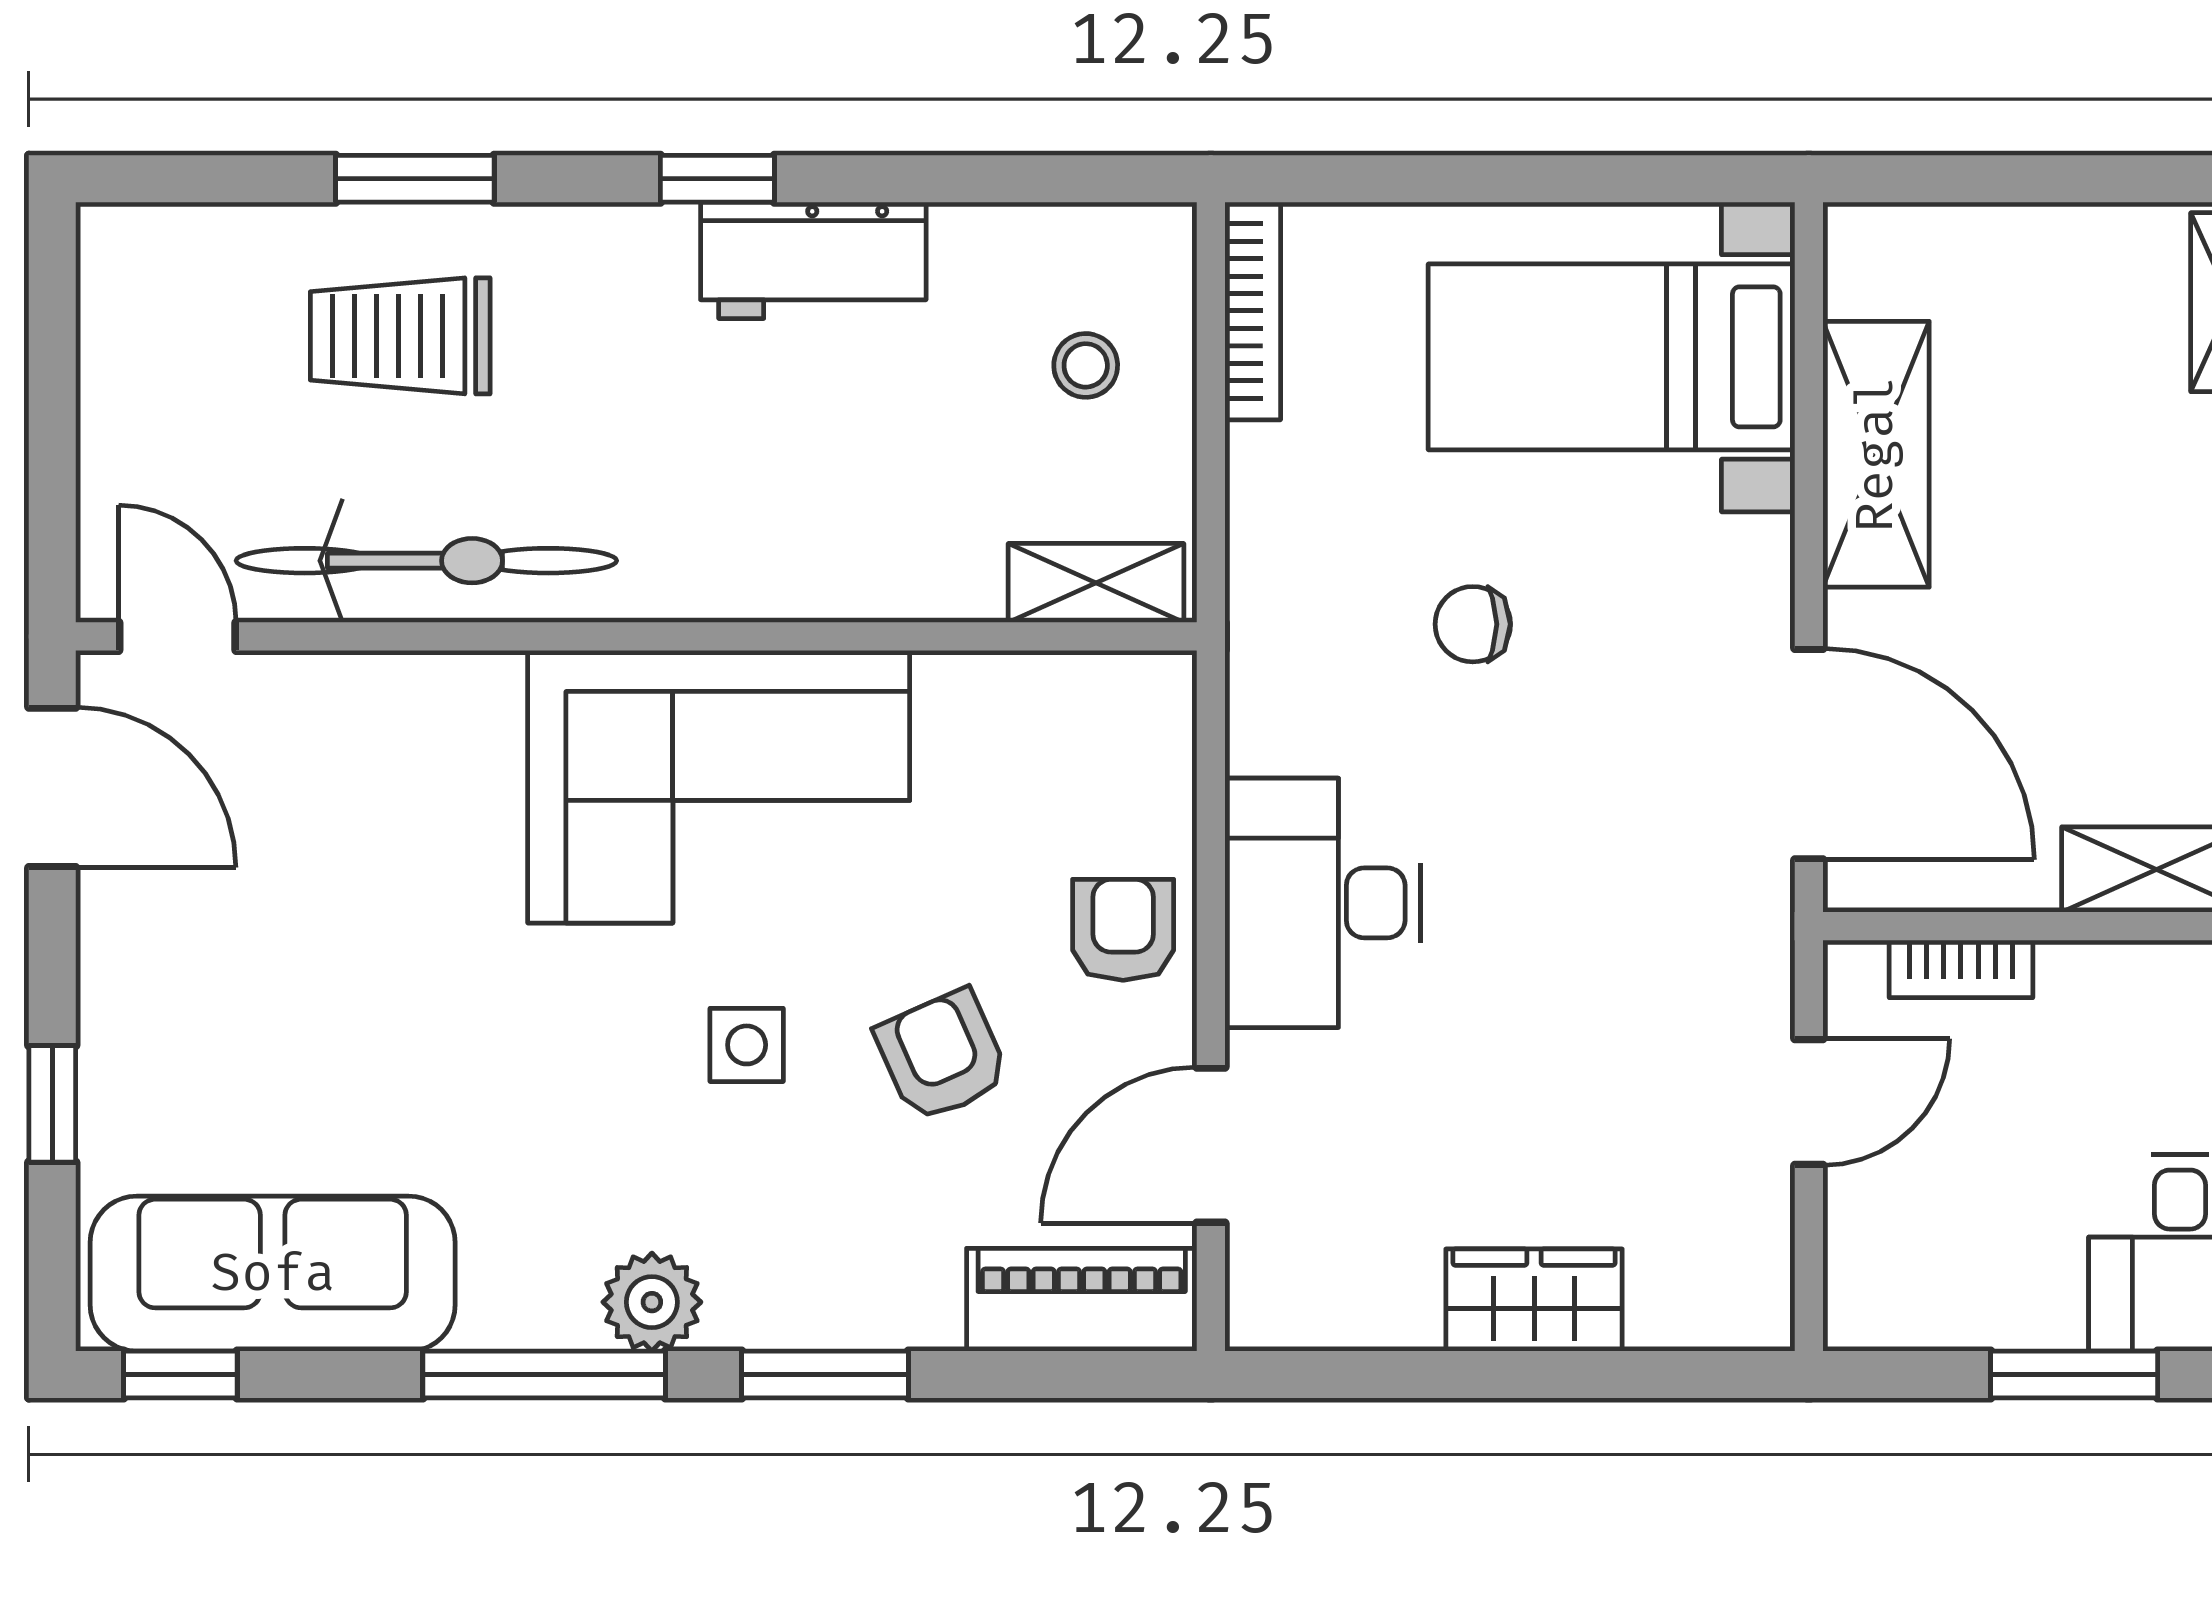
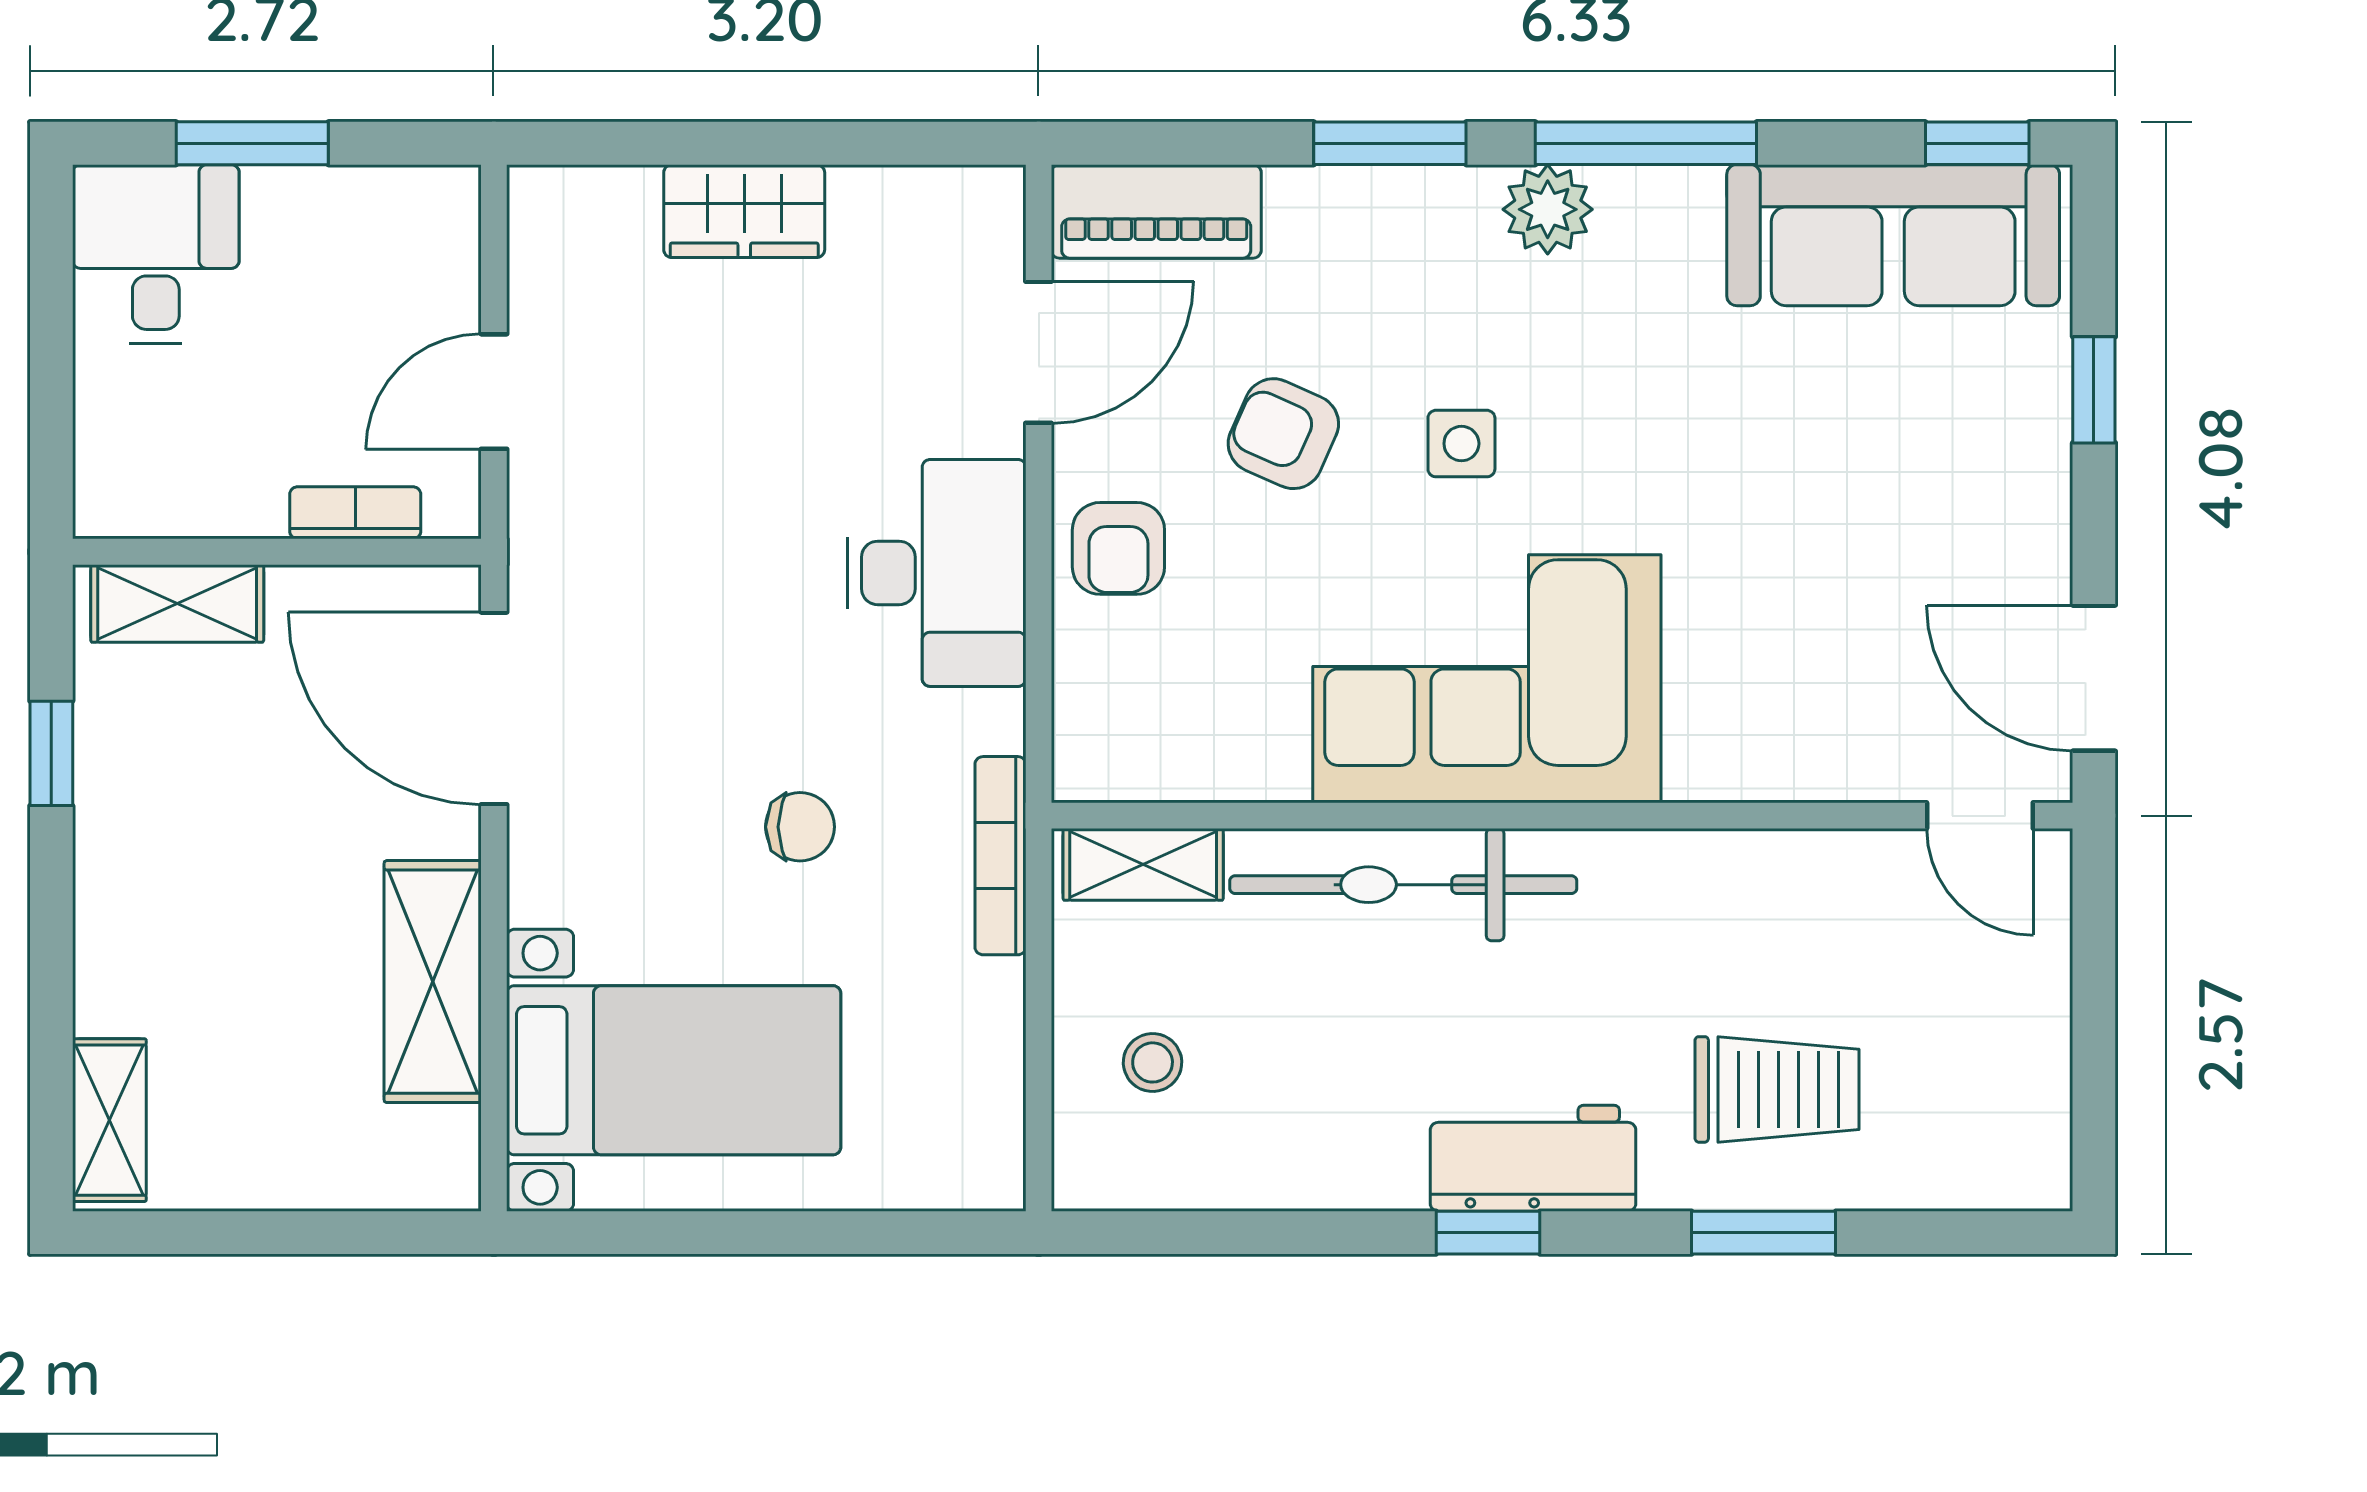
workbench: (813, 260) -> (1533, 1158), moved
bookcase: (1253, 311) -> (1000, 856), moved
bicycle: (426, 561) -> (1403, 885), moved
armchair: (942, 1056) -> (1283, 434), turned 138

